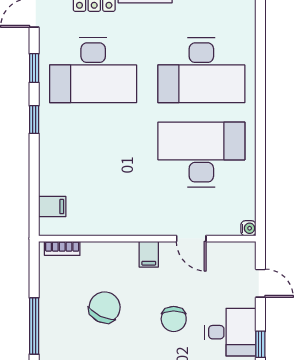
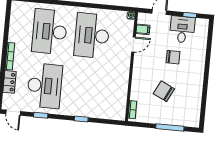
desk: (201, 70) -> (50, 32), turned 180
window: (34, 120) -> (81, 119), moved
filing cabinet: (52, 207) -> (111, 113), removed
filing cabinet: (149, 254) -> (143, 29), moved

